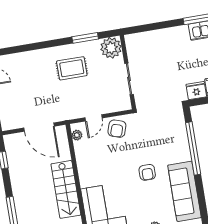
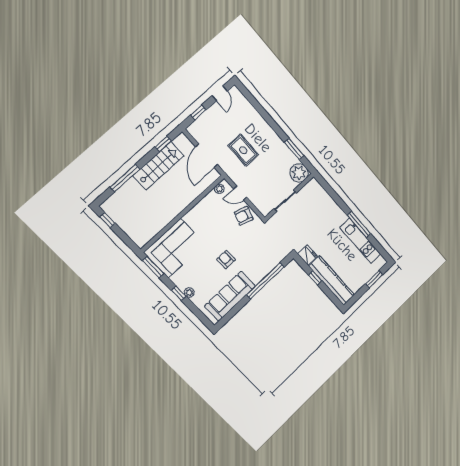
rug: (72, 68) -> (243, 150), moved
armchair: (147, 172) -> (226, 260), turned 90
stairs: (66, 189) -> (158, 166), moved, turned 180

